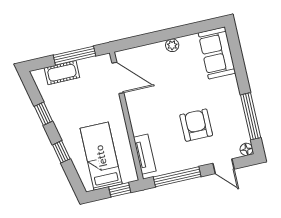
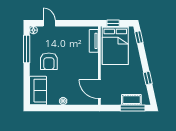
window: (75, 56) -> (133, 108), moved
armchair: (196, 125) -> (49, 61), moved
window: (61, 152) -> (139, 37), moved
bed: (101, 156) -> (115, 45), width x1.50
window: (177, 177) -> (78, 23), removed

